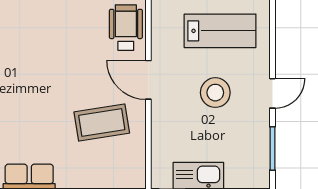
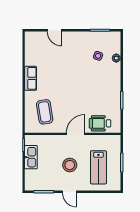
wheelchair: (126, 28) -> (100, 123), turned 180
coffee table: (102, 123) -> (45, 112), moved

